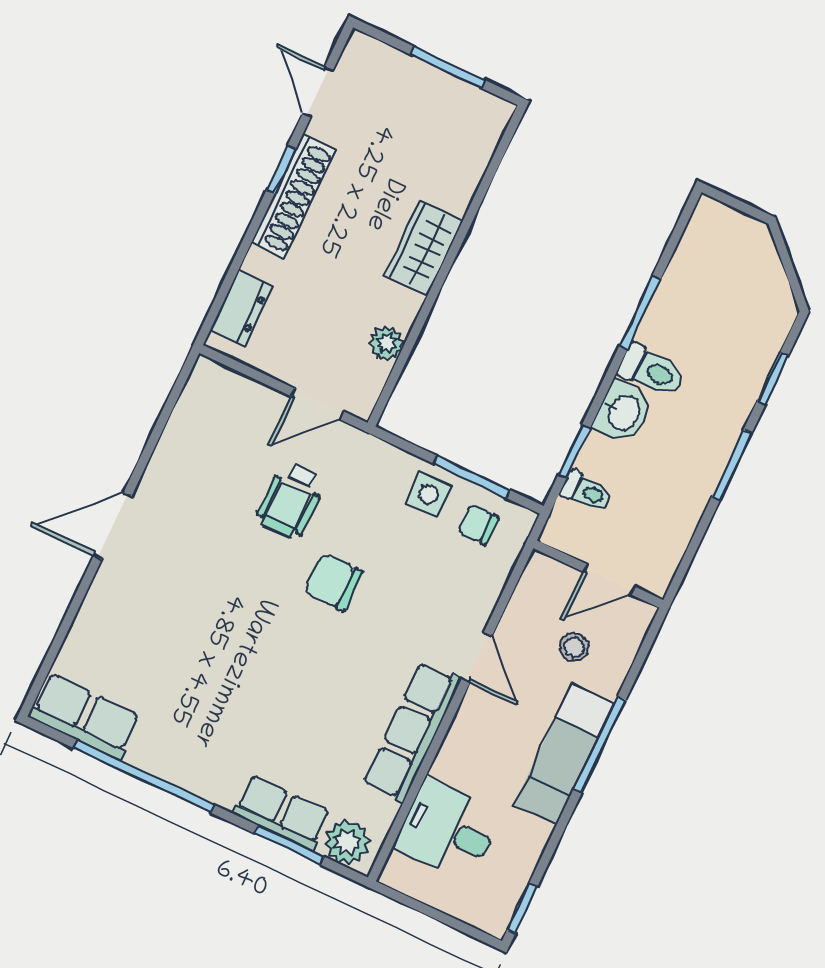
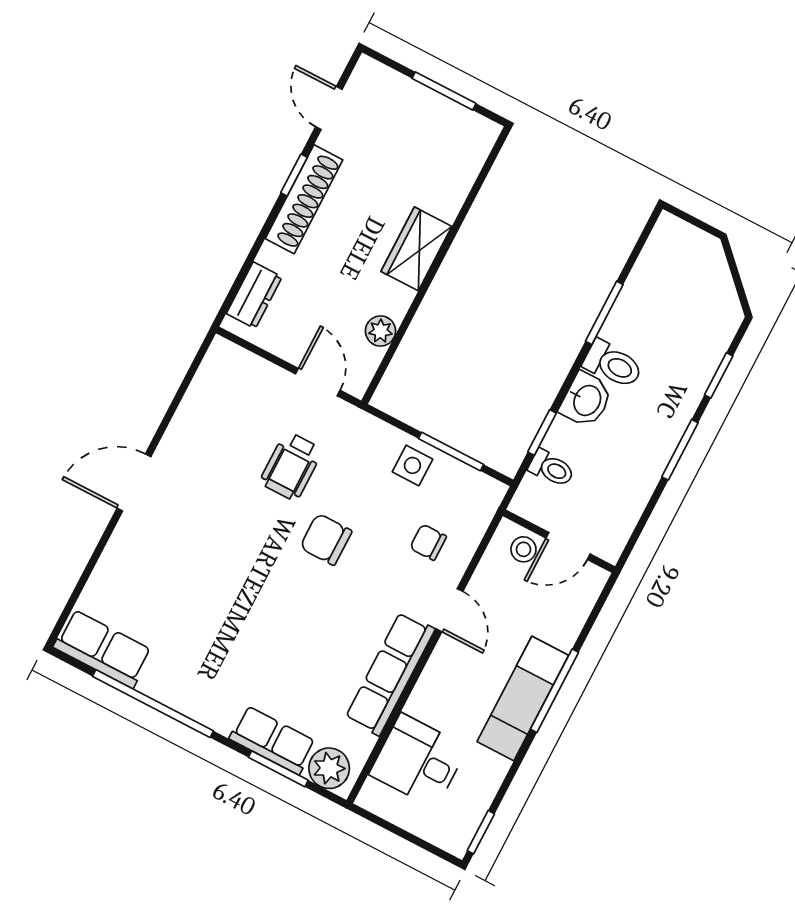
door: (317, 404) -> (318, 382), swing flipped
chair: (478, 525) -> (428, 542), moved
stool: (574, 647) -> (523, 549), moved

